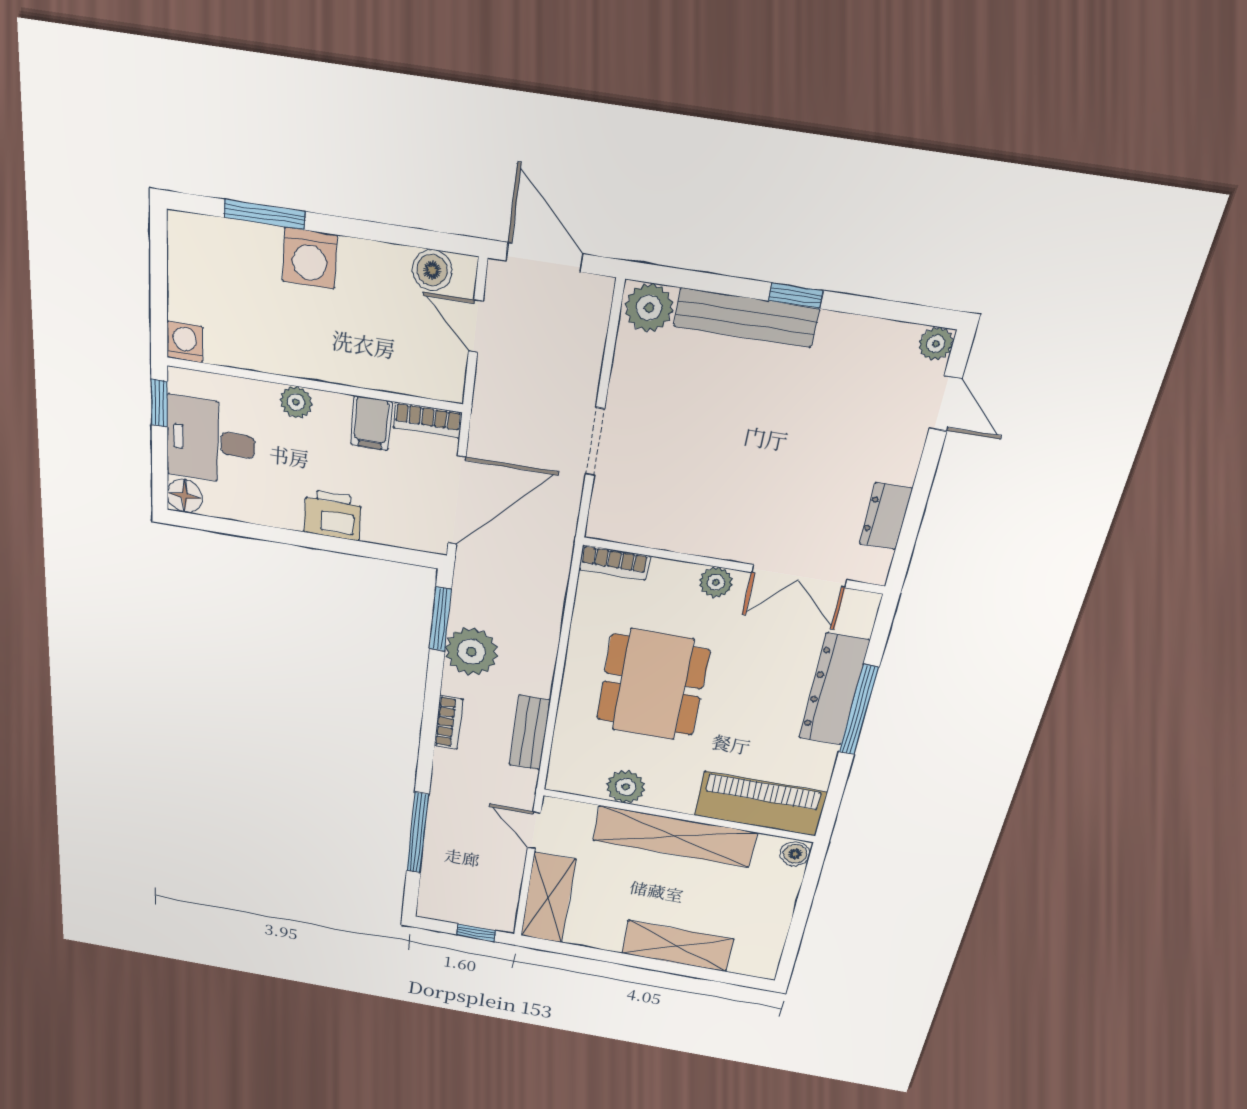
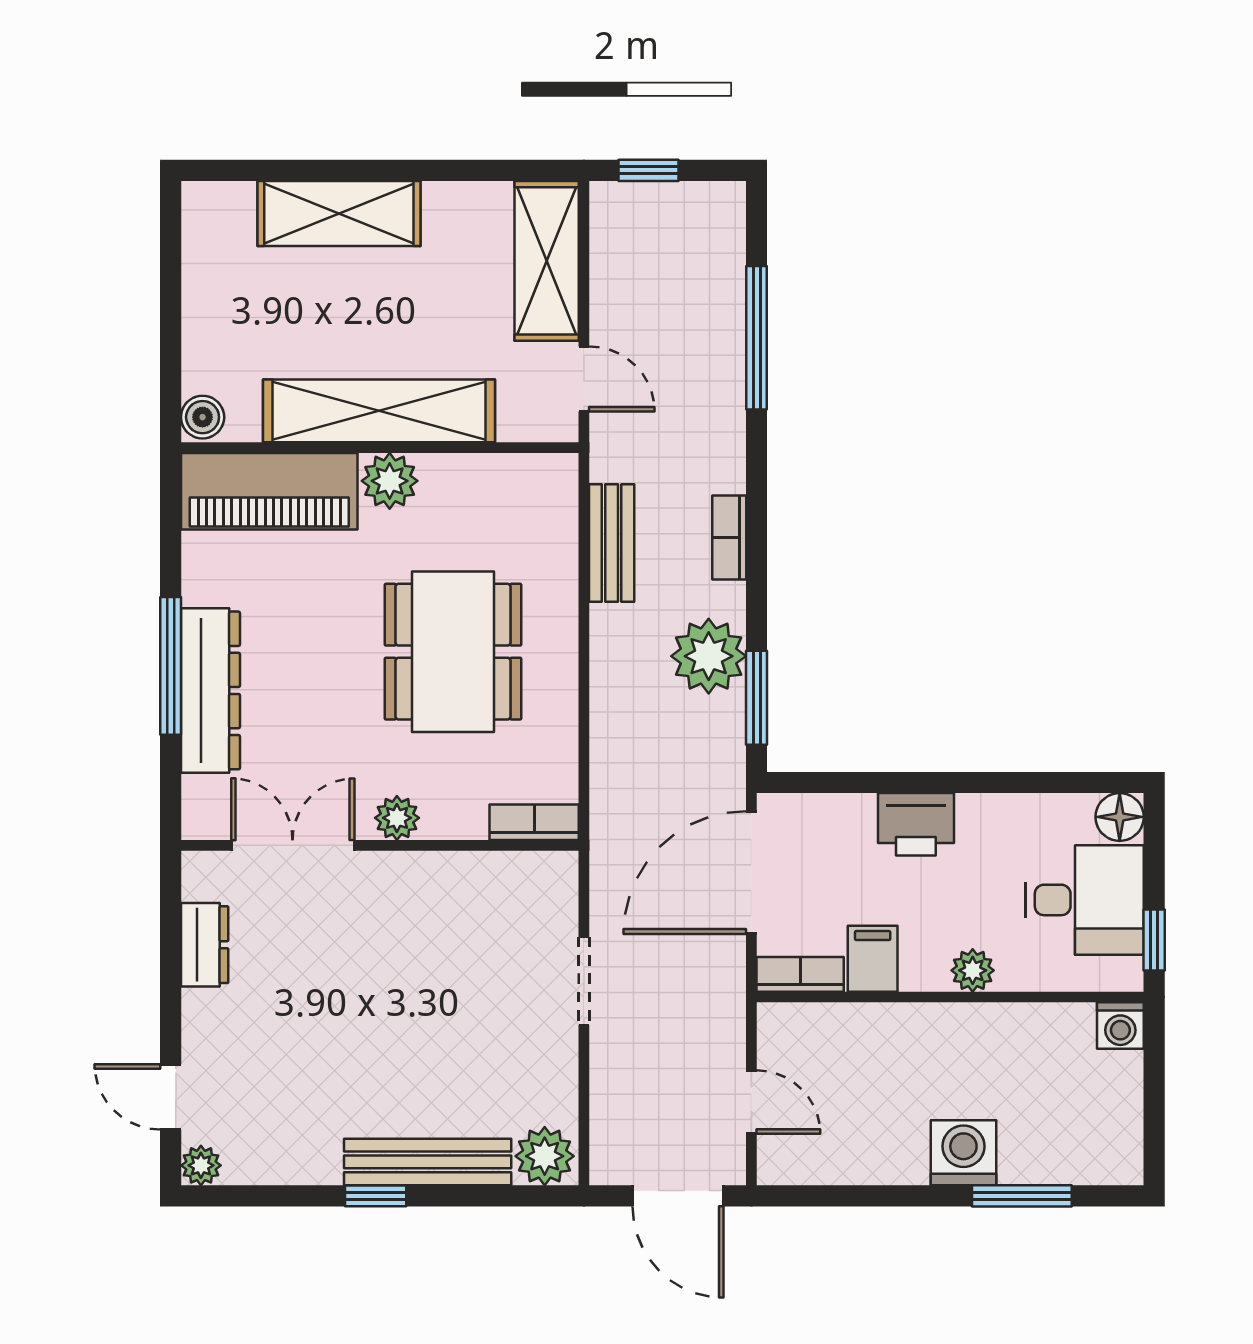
boiler: (432, 270) -> (812, 1161), removed
plant: (626, 787) -> (390, 481), moved

